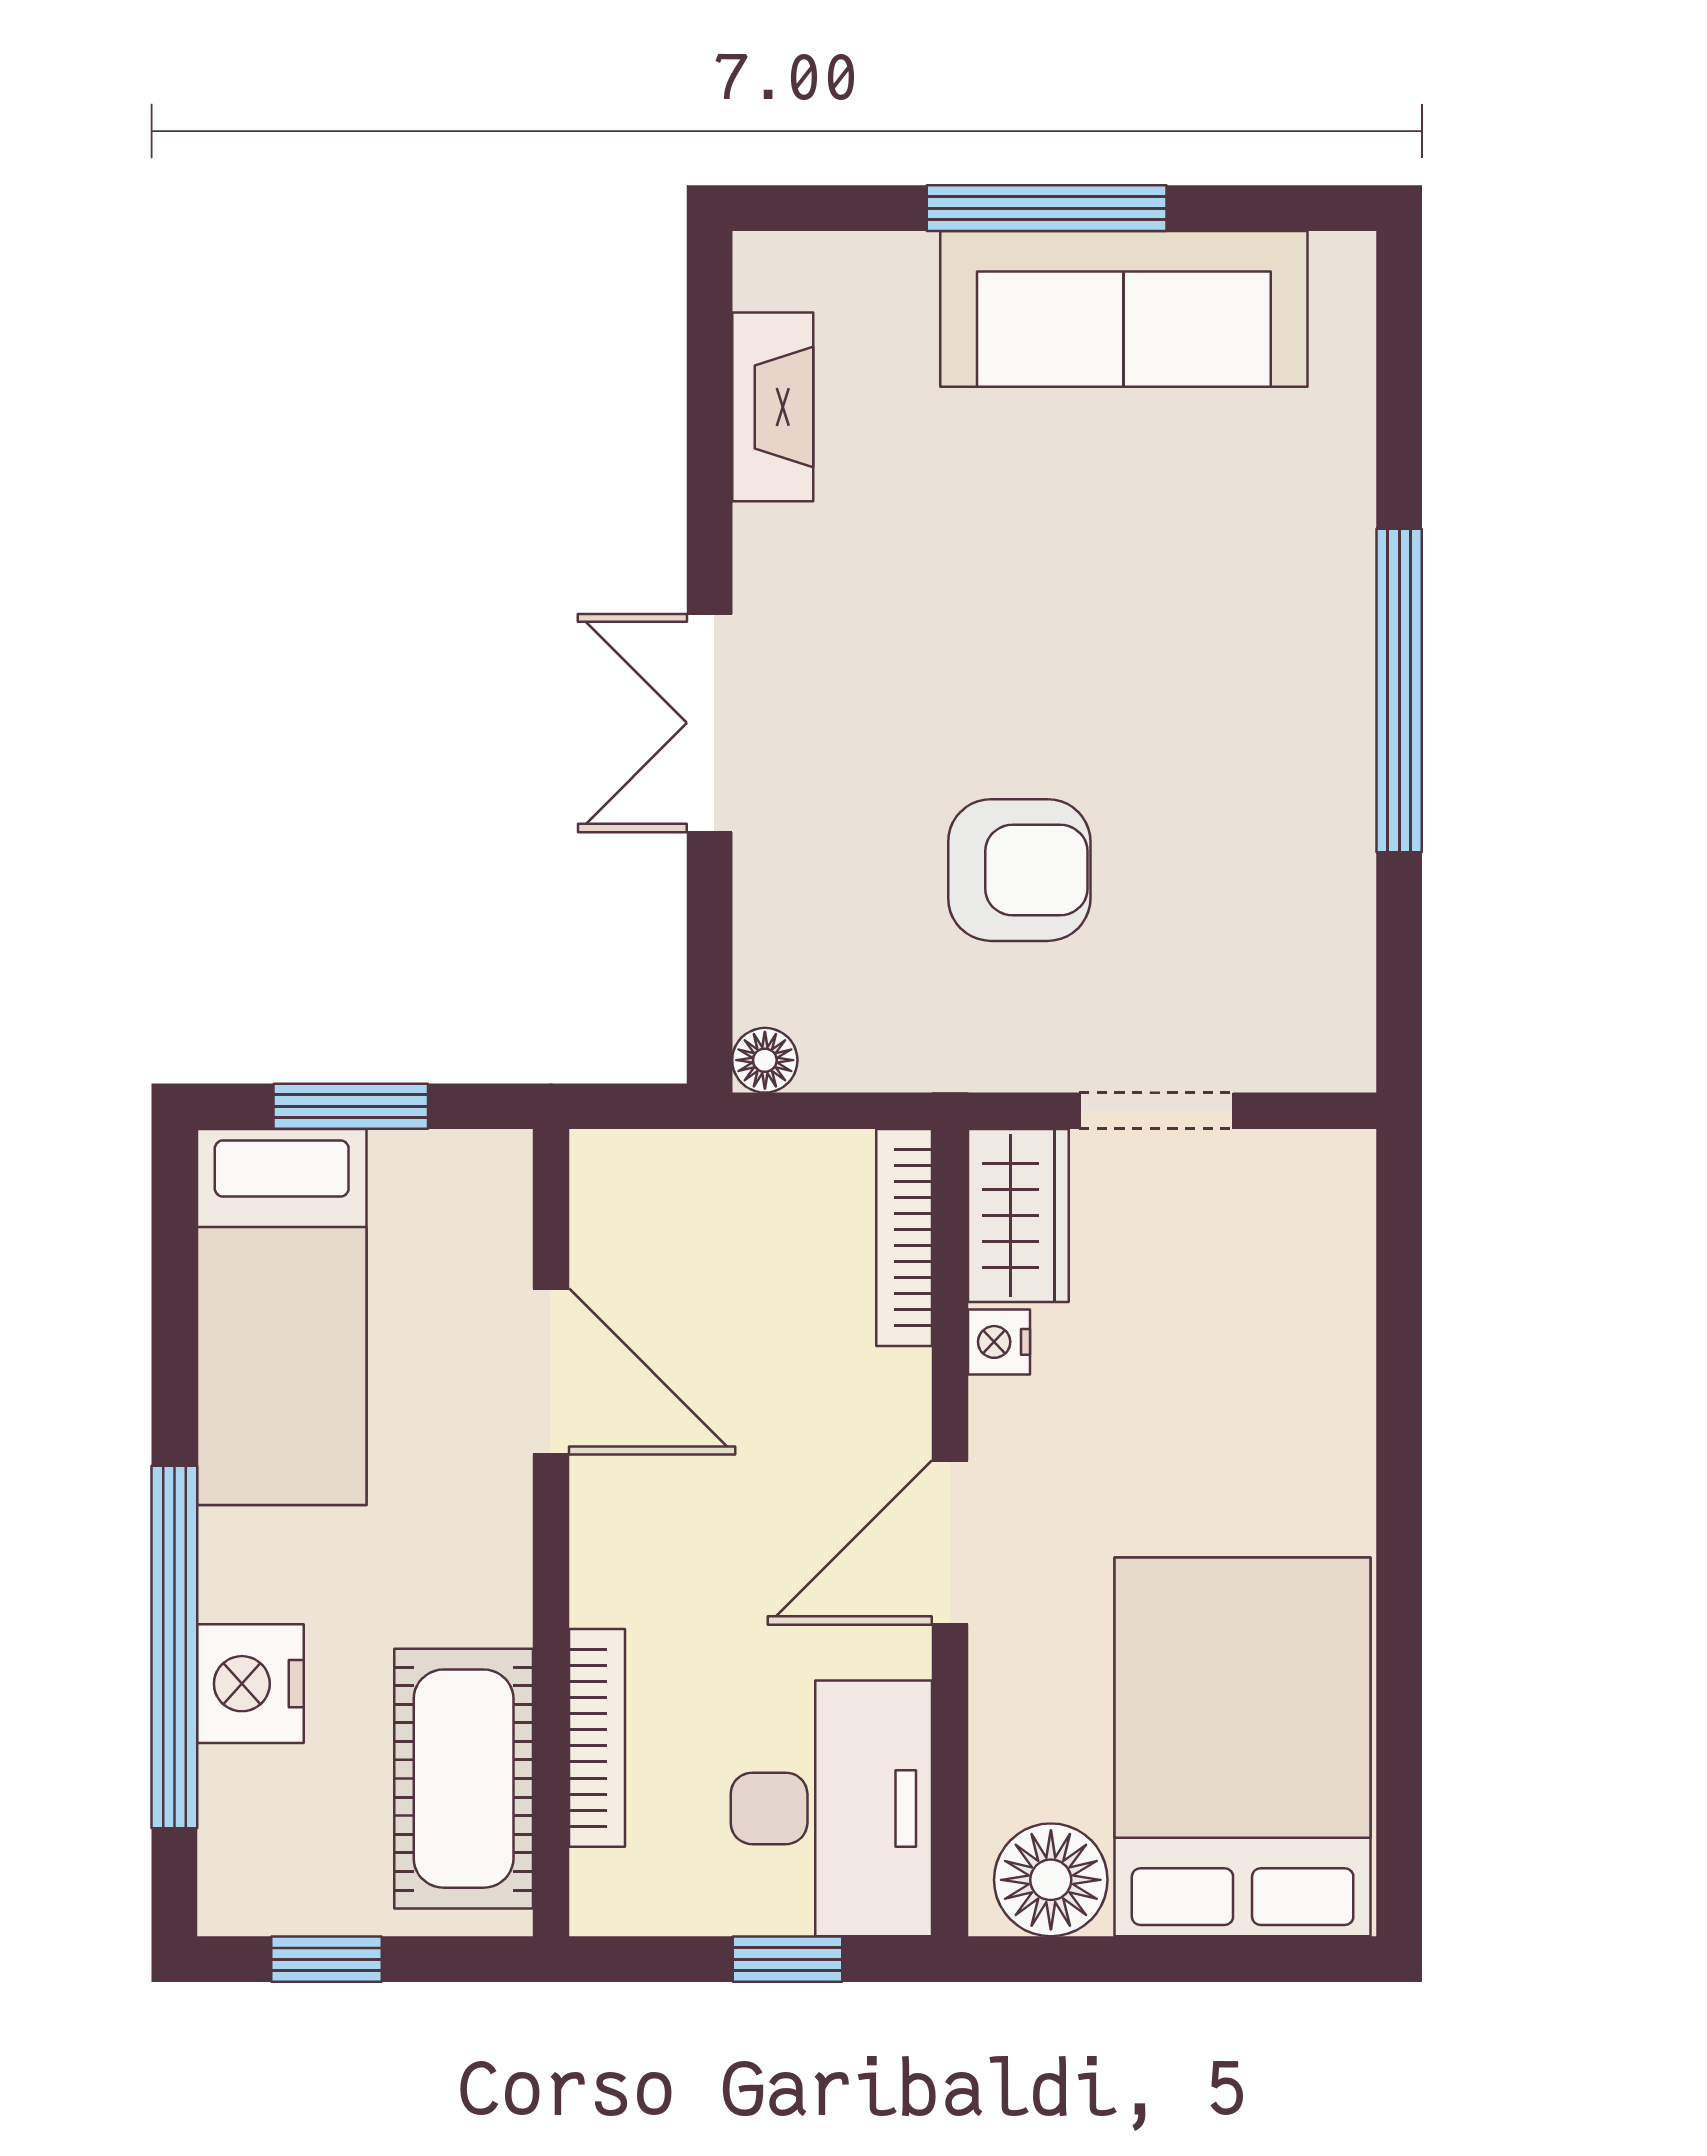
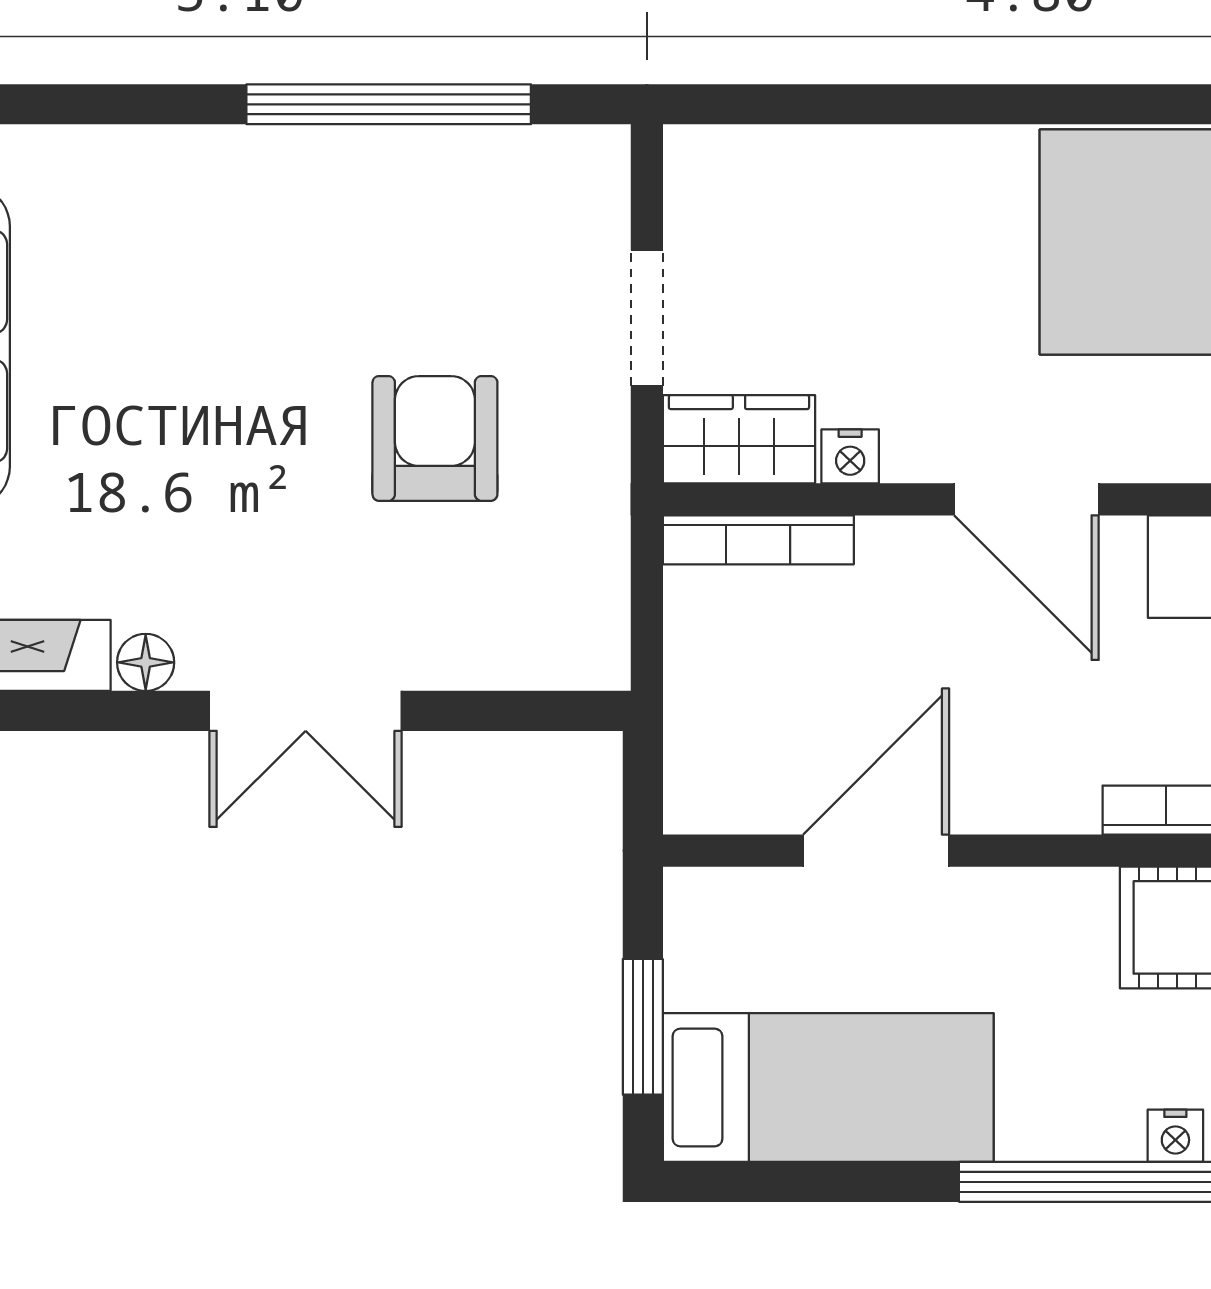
window: (1399, 691) -> (389, 104), moved
floor lamp: (765, 1060) -> (146, 662), moved
nightstand: (250, 1684) -> (1175, 1136), width x0.53, depth x0.56

